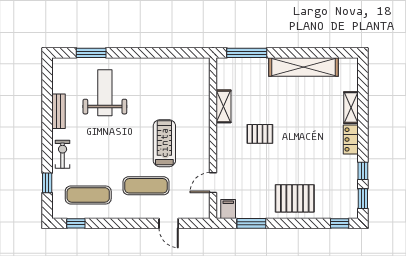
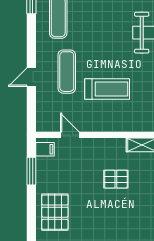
pallet: (260, 134) -> (116, 179), turned 90
door: (169, 223) -> (31, 77), moved

